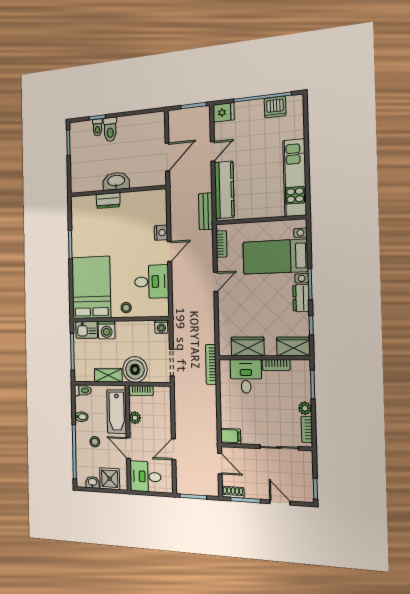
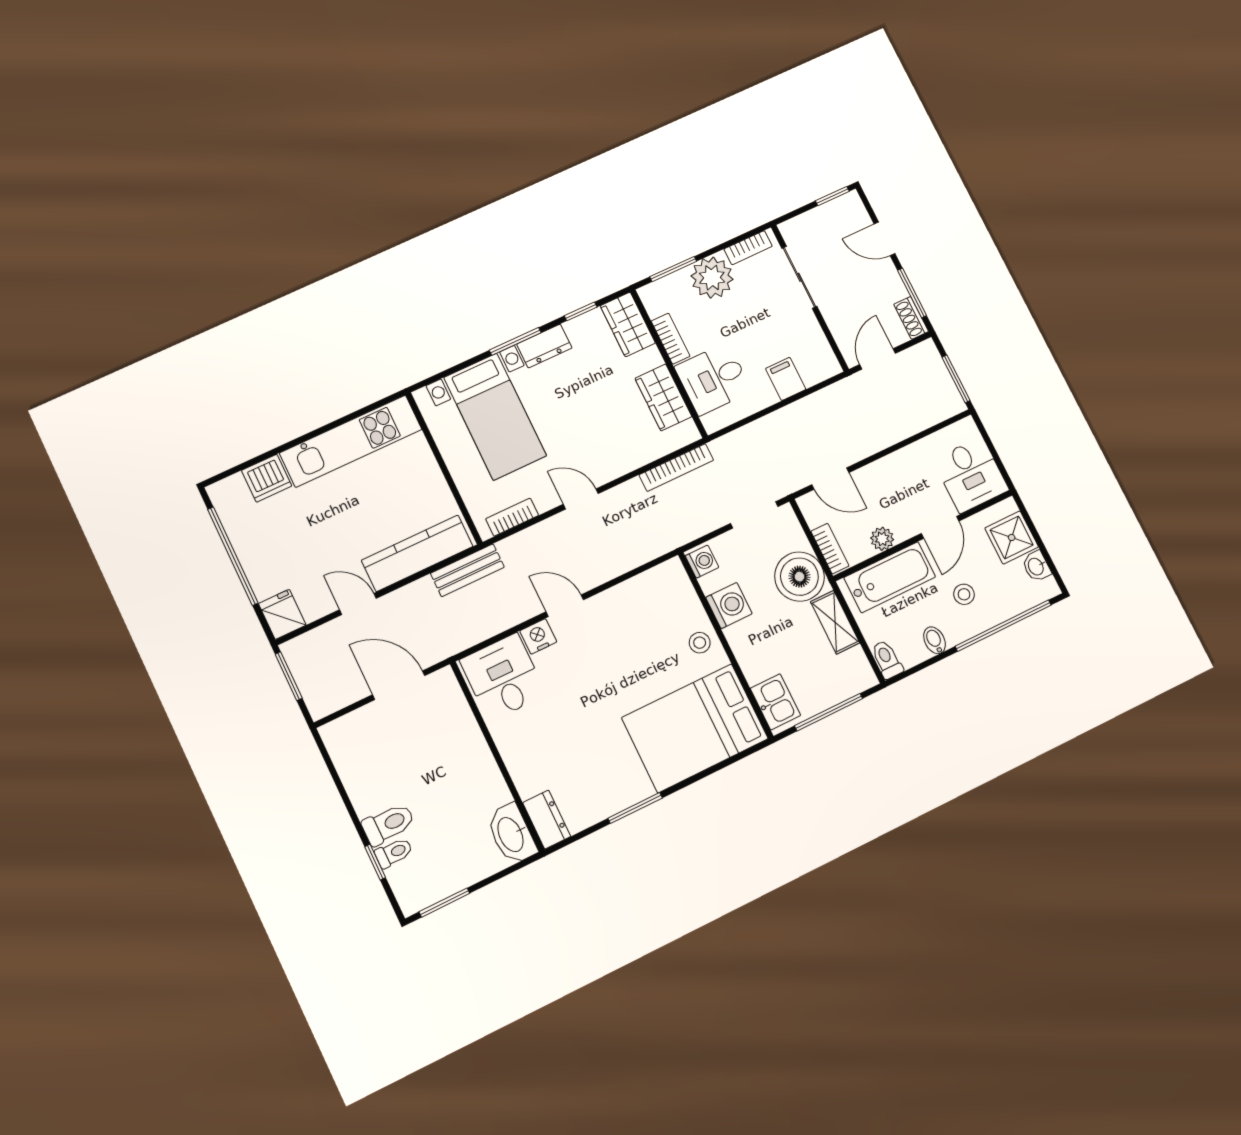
dishwasher: (275, 107) -> (267, 478), moved, turned 90
washbasin: (116, 181) -> (511, 834), moved
dresser: (108, 201) -> (547, 820), moved
desk: (152, 282) -> (503, 677), moved
washing machine: (107, 330) -> (729, 605), moved
bookcase: (211, 364) -> (676, 468), moved
plant: (305, 408) -> (712, 278), width x1.87, depth x1.87
filing cabinet: (231, 436) -> (786, 379), moved
door: (174, 449) -> (830, 479), moved
door: (280, 502) -> (884, 239), hinge flipped

